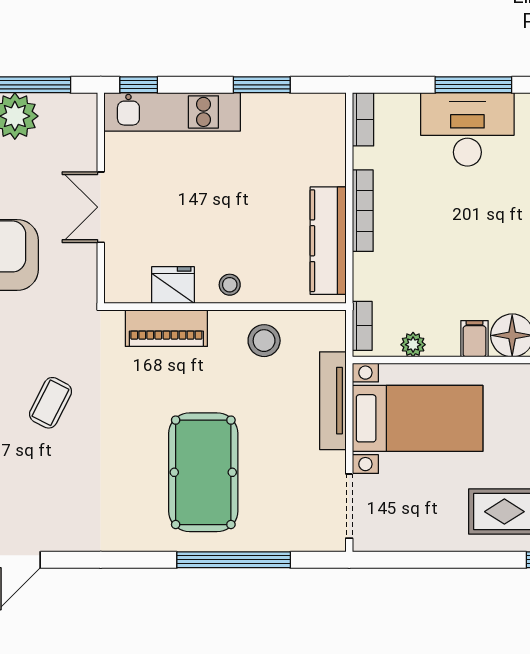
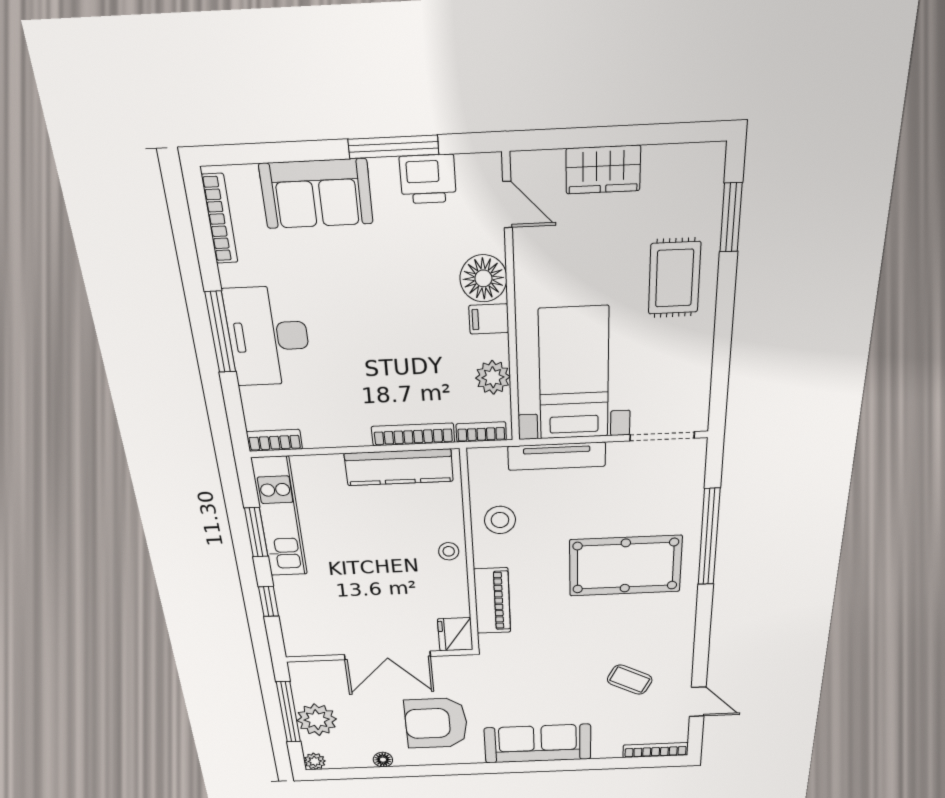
window: (139, 85) -> (269, 601), moved
kitchen unit: (172, 112) -> (280, 517), moved
double door: (101, 207) -> (387, 655), width x1.37
bookcase: (363, 211) -> (413, 434), moved
fridge: (173, 285) -> (455, 634), moved
plant: (413, 345) -> (493, 377), width x1.38, depth x1.38
coffee table: (51, 403) -> (630, 680), moved

